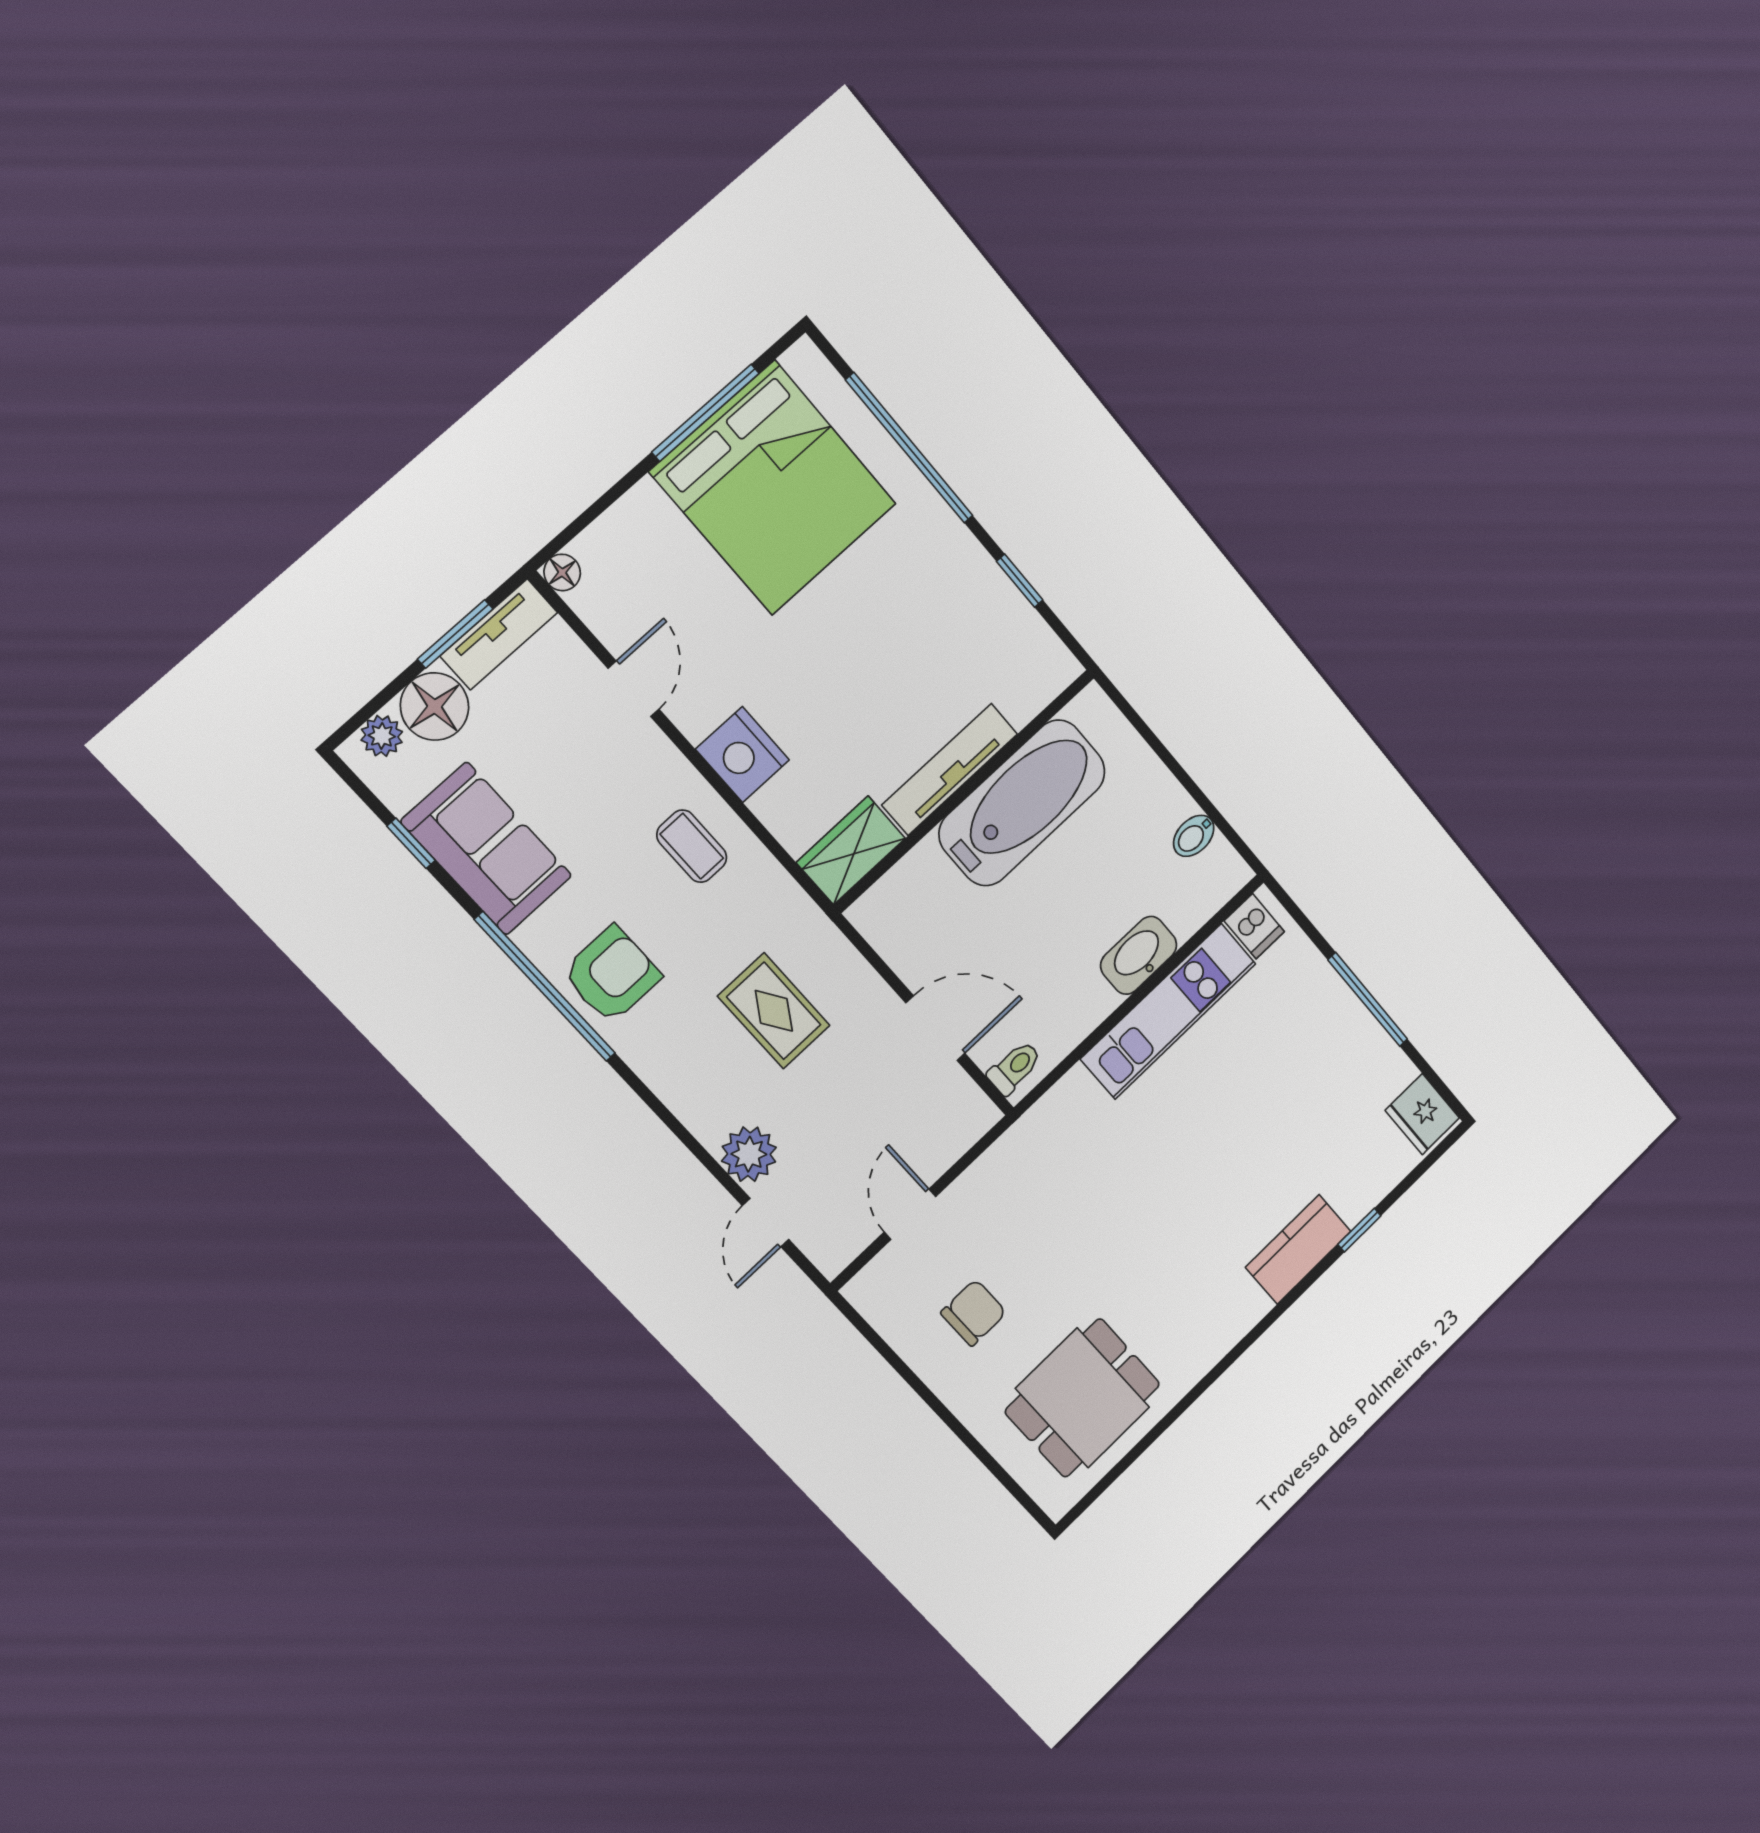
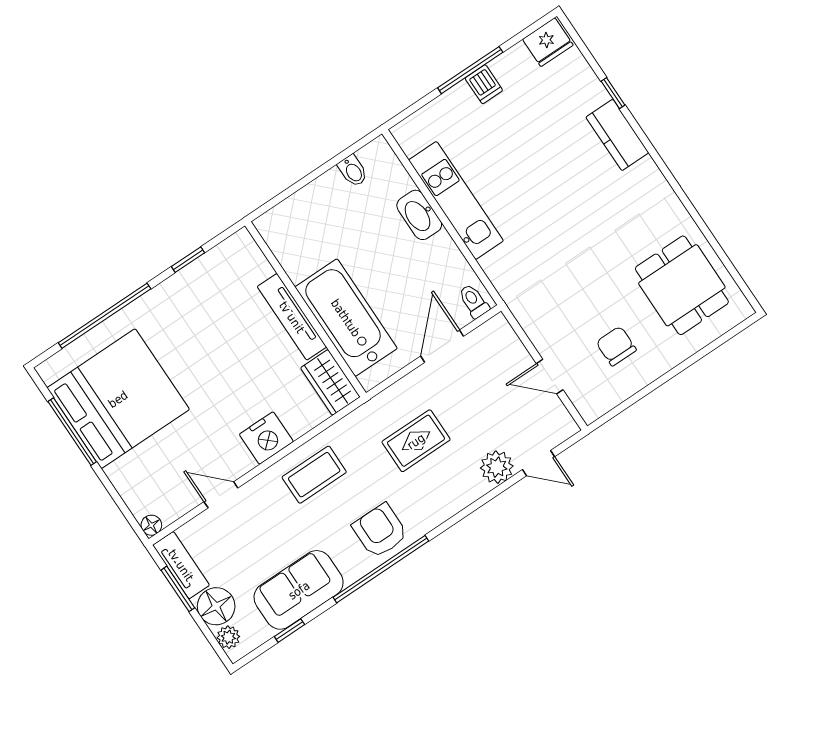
bathtub: (1022, 803) -> (346, 318), moved
coffee table: (692, 846) -> (314, 475), width x1.36, depth x1.30
dishwasher: (1254, 926) -> (484, 84), moved, turned 90

